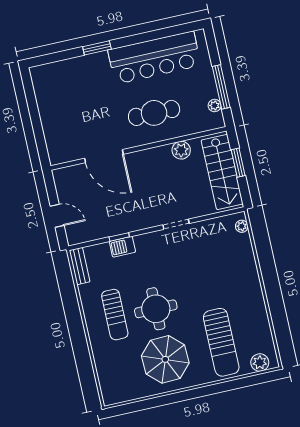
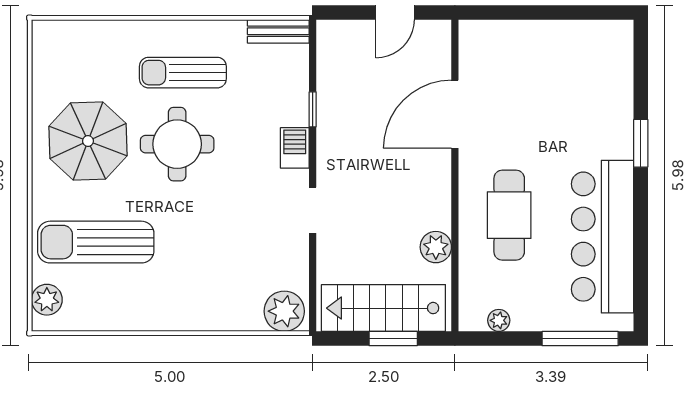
window: (221, 87) -> (580, 339), moved
door: (57, 216) -> (395, 12), moved
plant: (242, 226) -> (284, 311), width x1.88, depth x1.88
barbecue: (122, 247) -> (295, 148), moved

